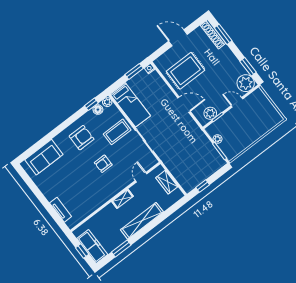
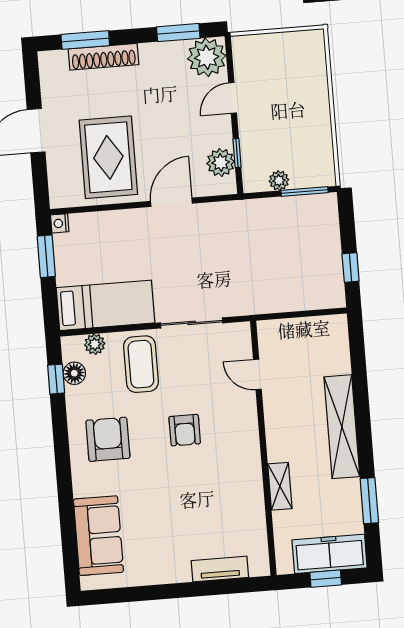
shoe rack: (213, 34) -> (104, 57), moved
plant: (107, 102) -> (95, 344), moved
wardrobe: (167, 182) -> (299, 331), removed
shelving: (123, 199) -> (280, 486), moved

